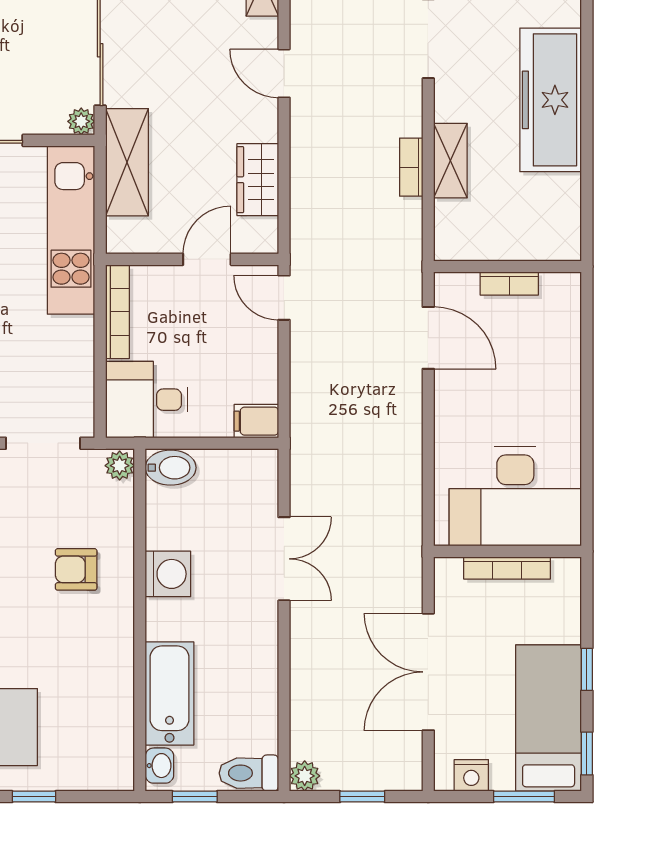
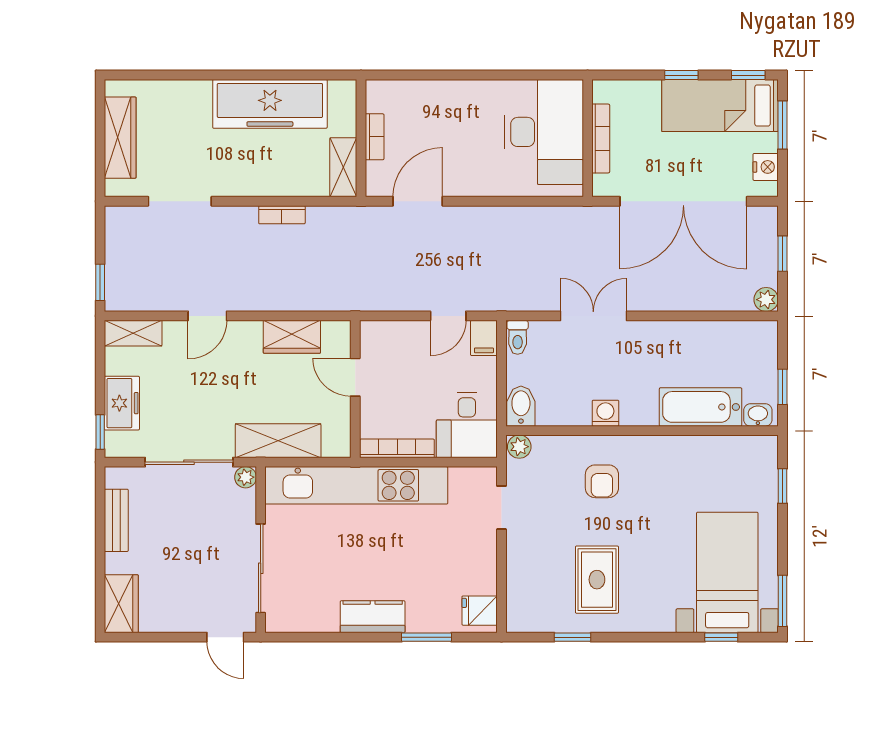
freezer: (551, 100) -> (270, 104), moved
shelving: (450, 161) -> (343, 167), moved, turned 90
kitchen unit: (71, 230) -> (356, 485), width x1.36
door: (284, 298) -> (448, 316), moved
doorway: (43, 443) -> (502, 508), width x0.73
washing machine: (168, 574) -> (605, 413), width x0.73, depth x0.73
double door: (428, 672) -> (683, 201), width x1.36
toilet: (249, 773) -> (518, 337), moved, width x0.73, depth x0.72
window: (34, 797) -> (783, 486), moved

